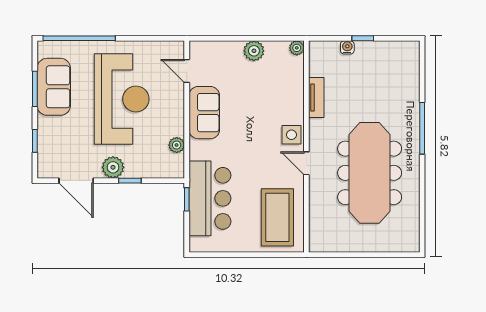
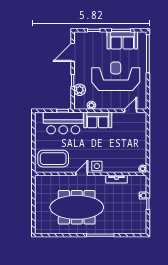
plant: (254, 51) -> (141, 146), removed
reception desk: (122, 99) -> (116, 76), turned 180
sofa: (204, 113) -> (98, 120), moved
plant: (113, 167) -> (80, 90), moved

